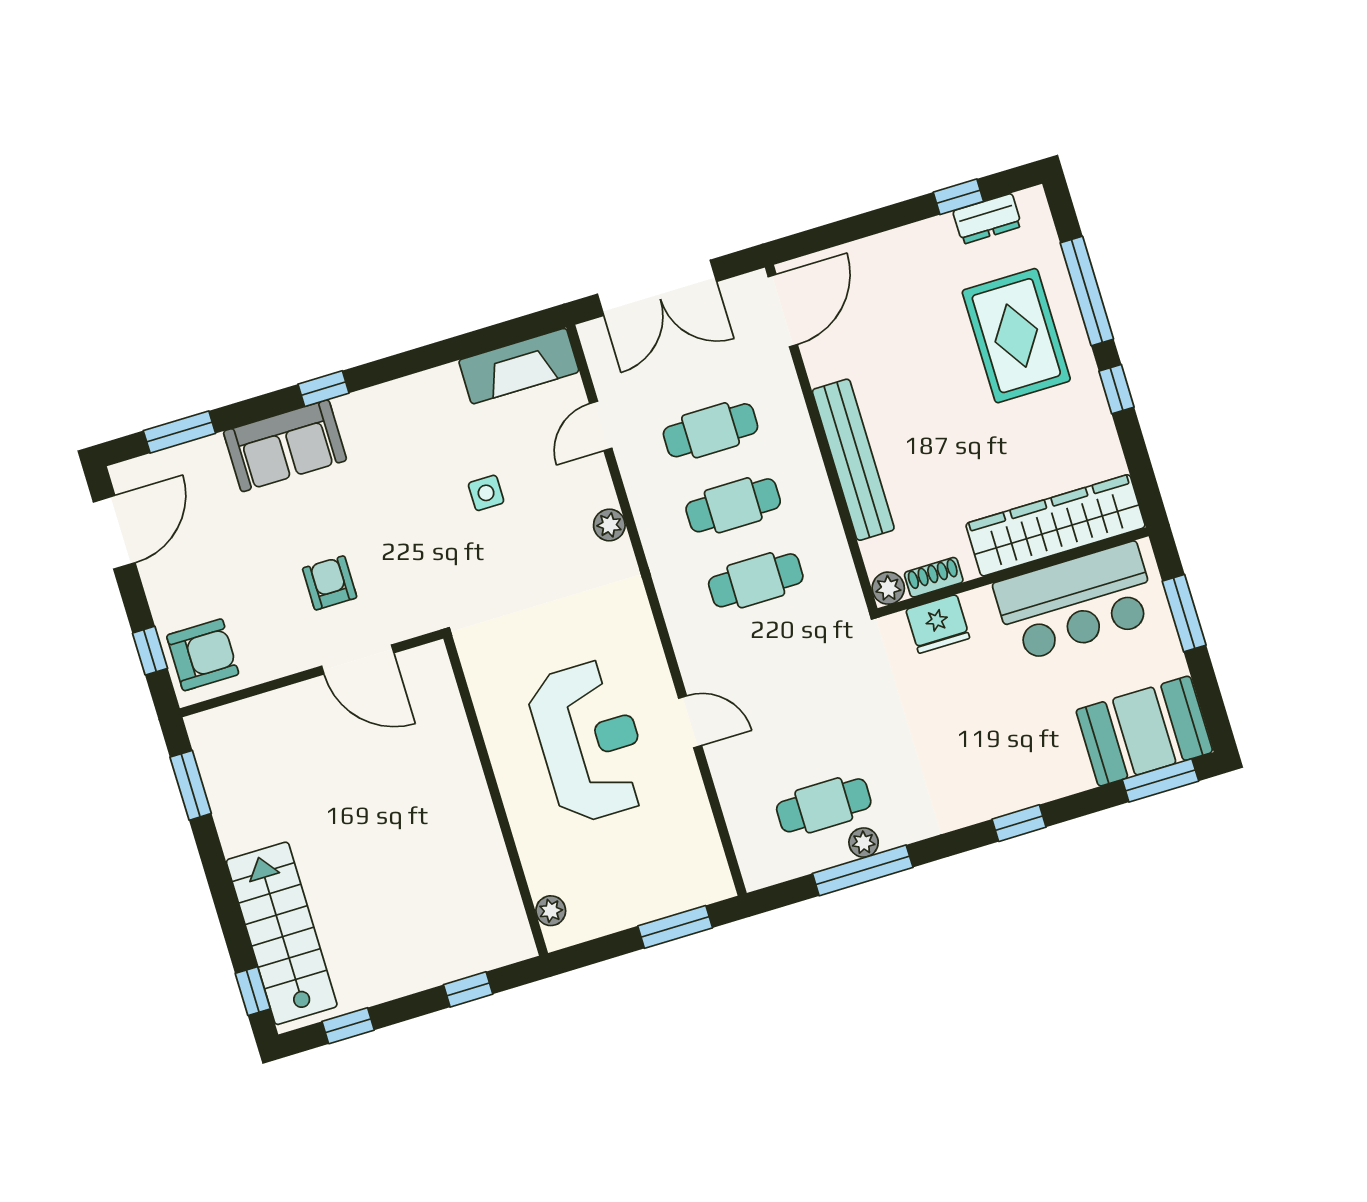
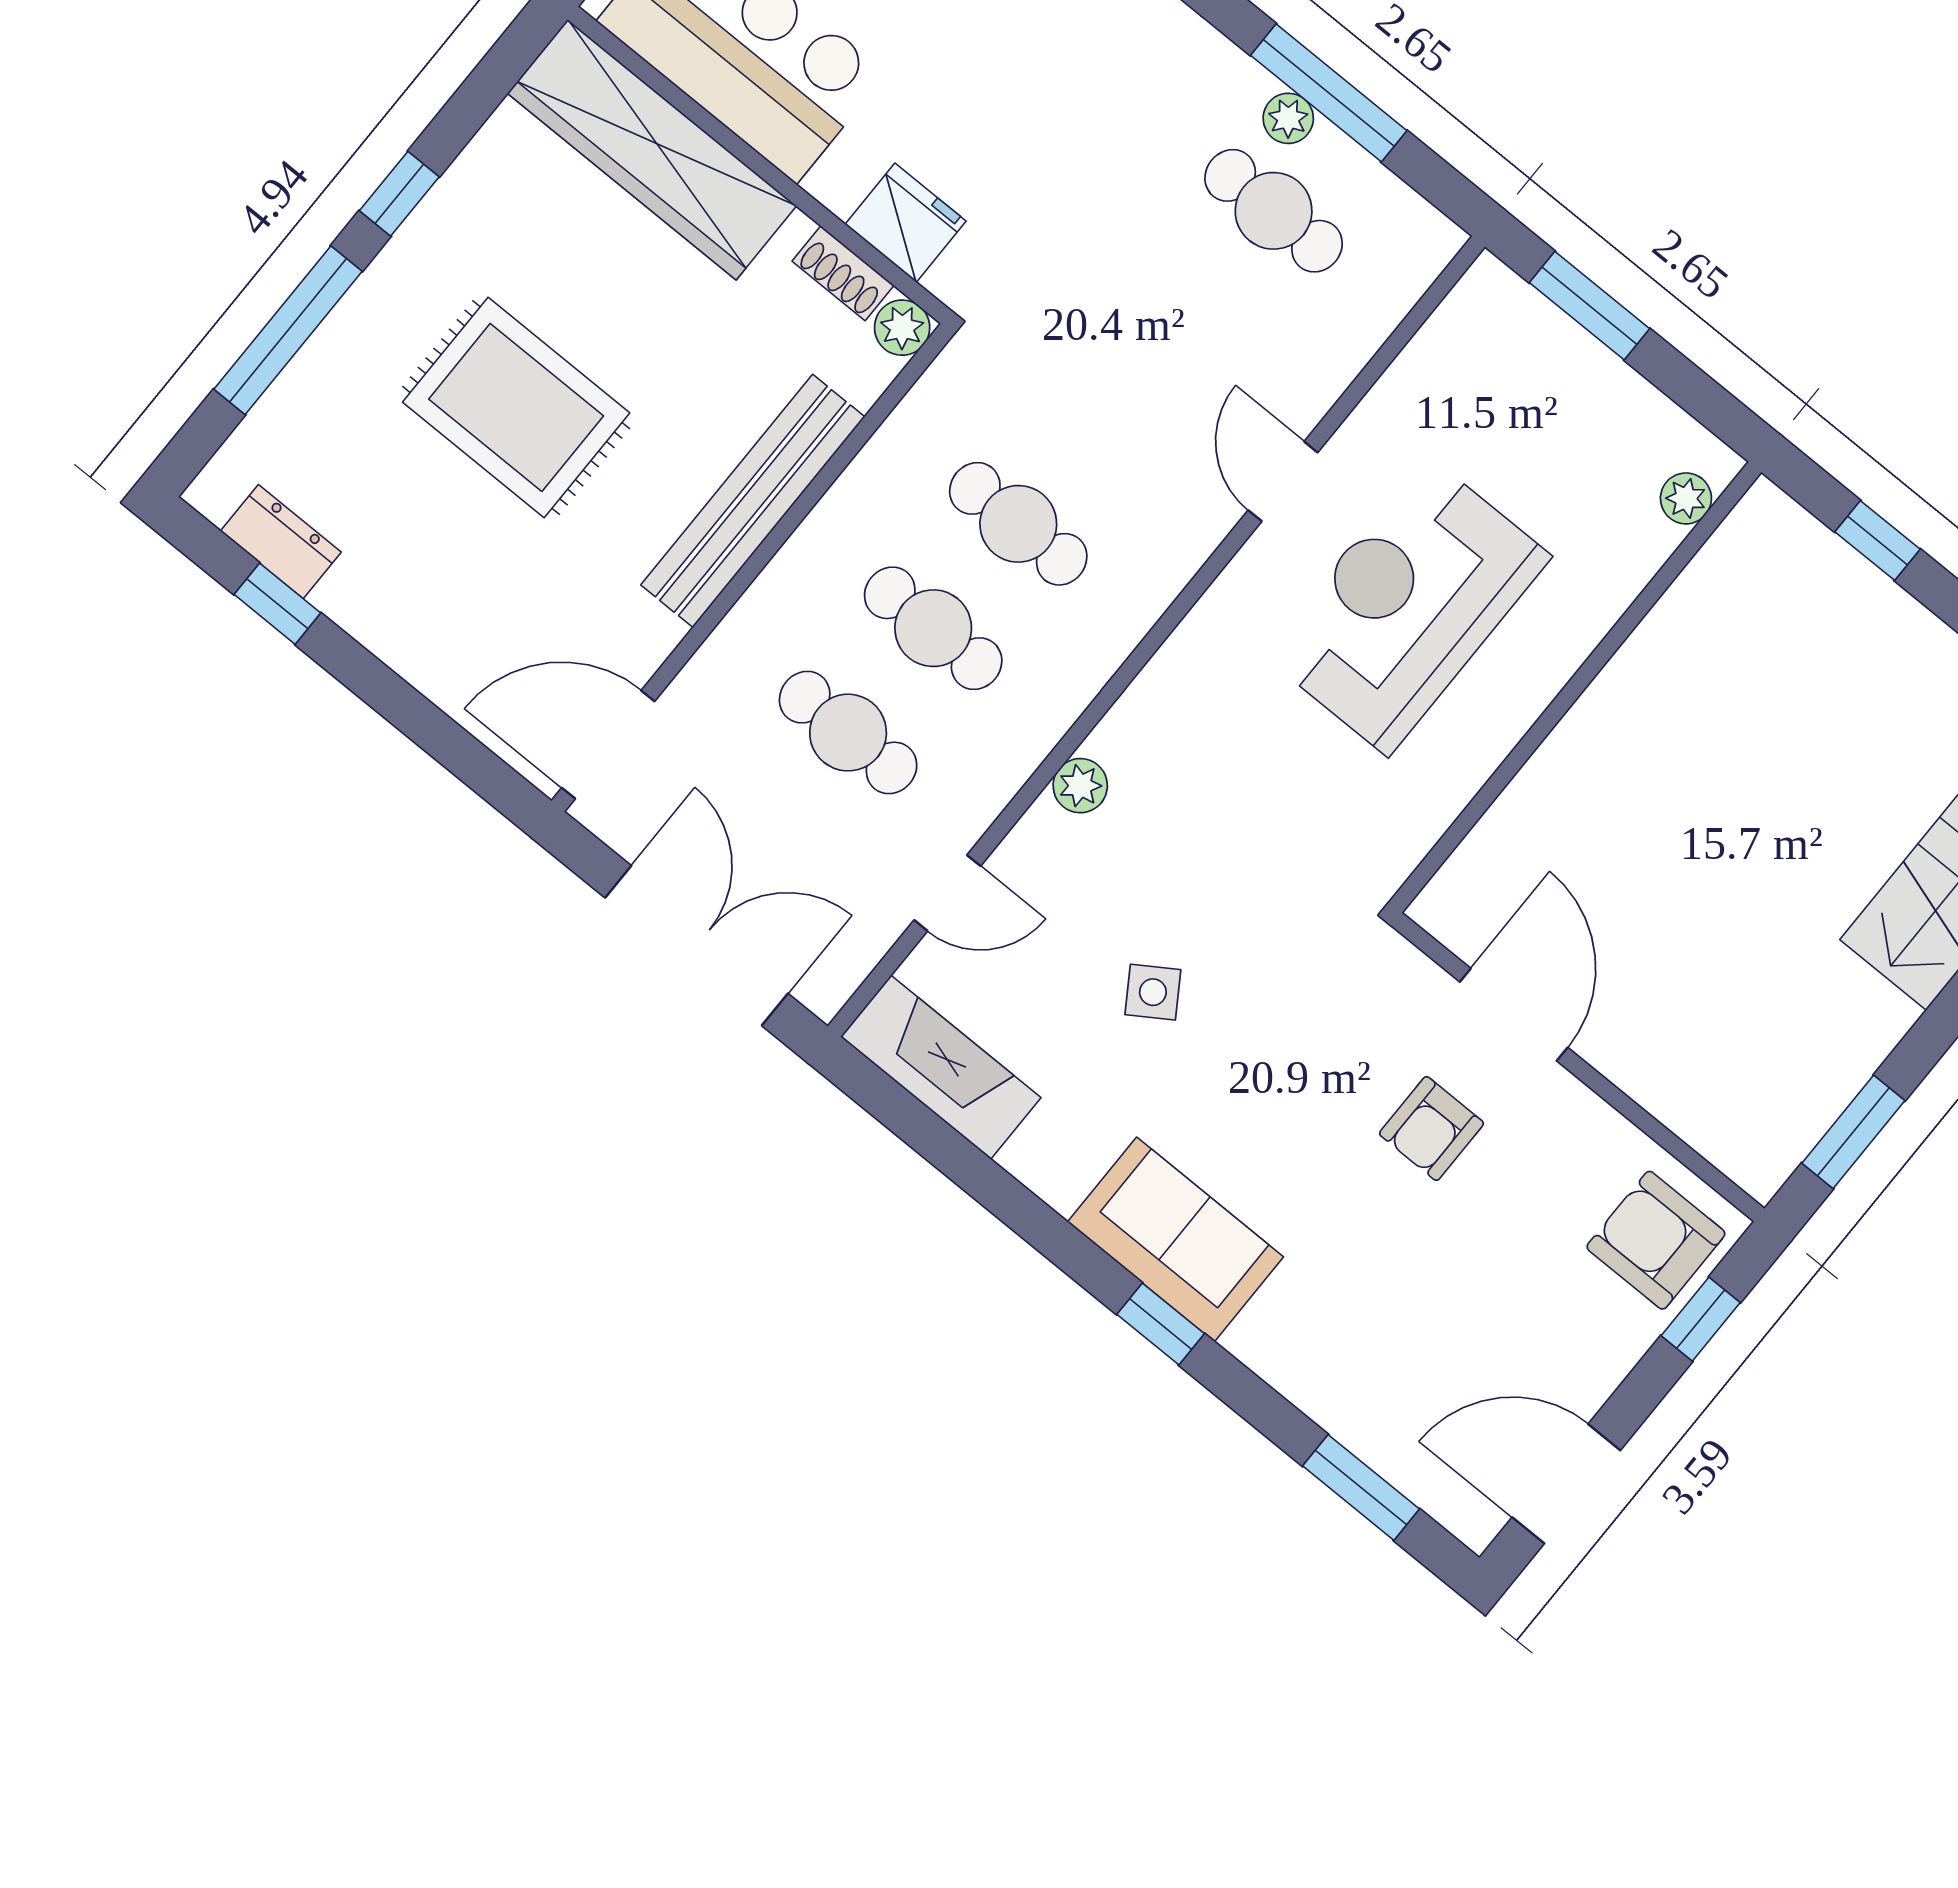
rug: (1016, 336) -> (516, 408), moved, turned 90
sofa: (285, 446) -> (1175, 1239), moved
side table: (486, 493) -> (1153, 992), turned -33

